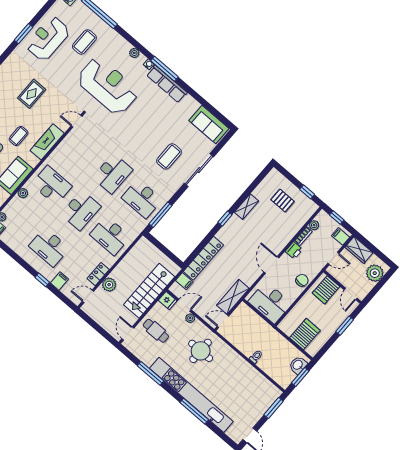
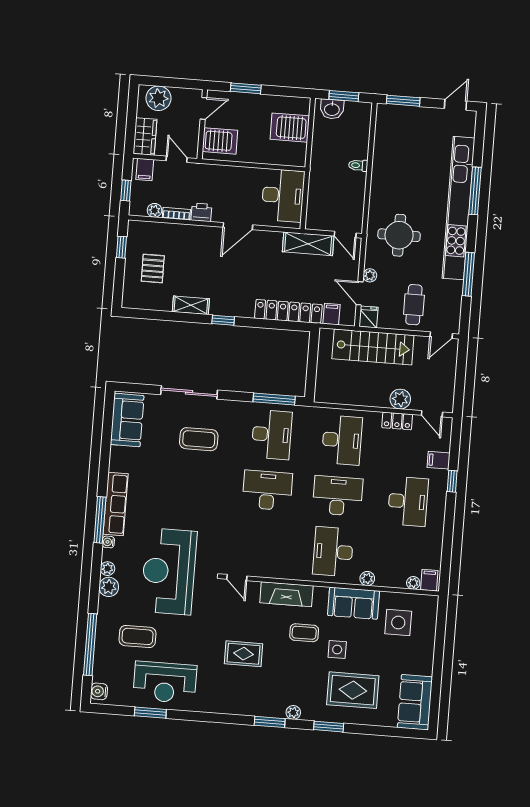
window: (23, 34) -> (150, 713), moved
plant: (124, 46) -> (109, 587), added
chair: (302, 280) -> (229, 177), removed

